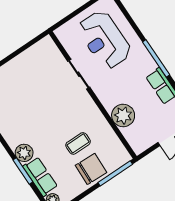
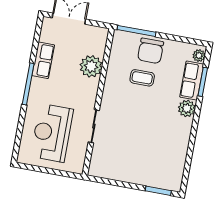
reception desk: (104, 40) -> (52, 133), turned 180
chair: (91, 169) -> (151, 51), turned -92
window: (23, 171) -> (203, 82), moved

